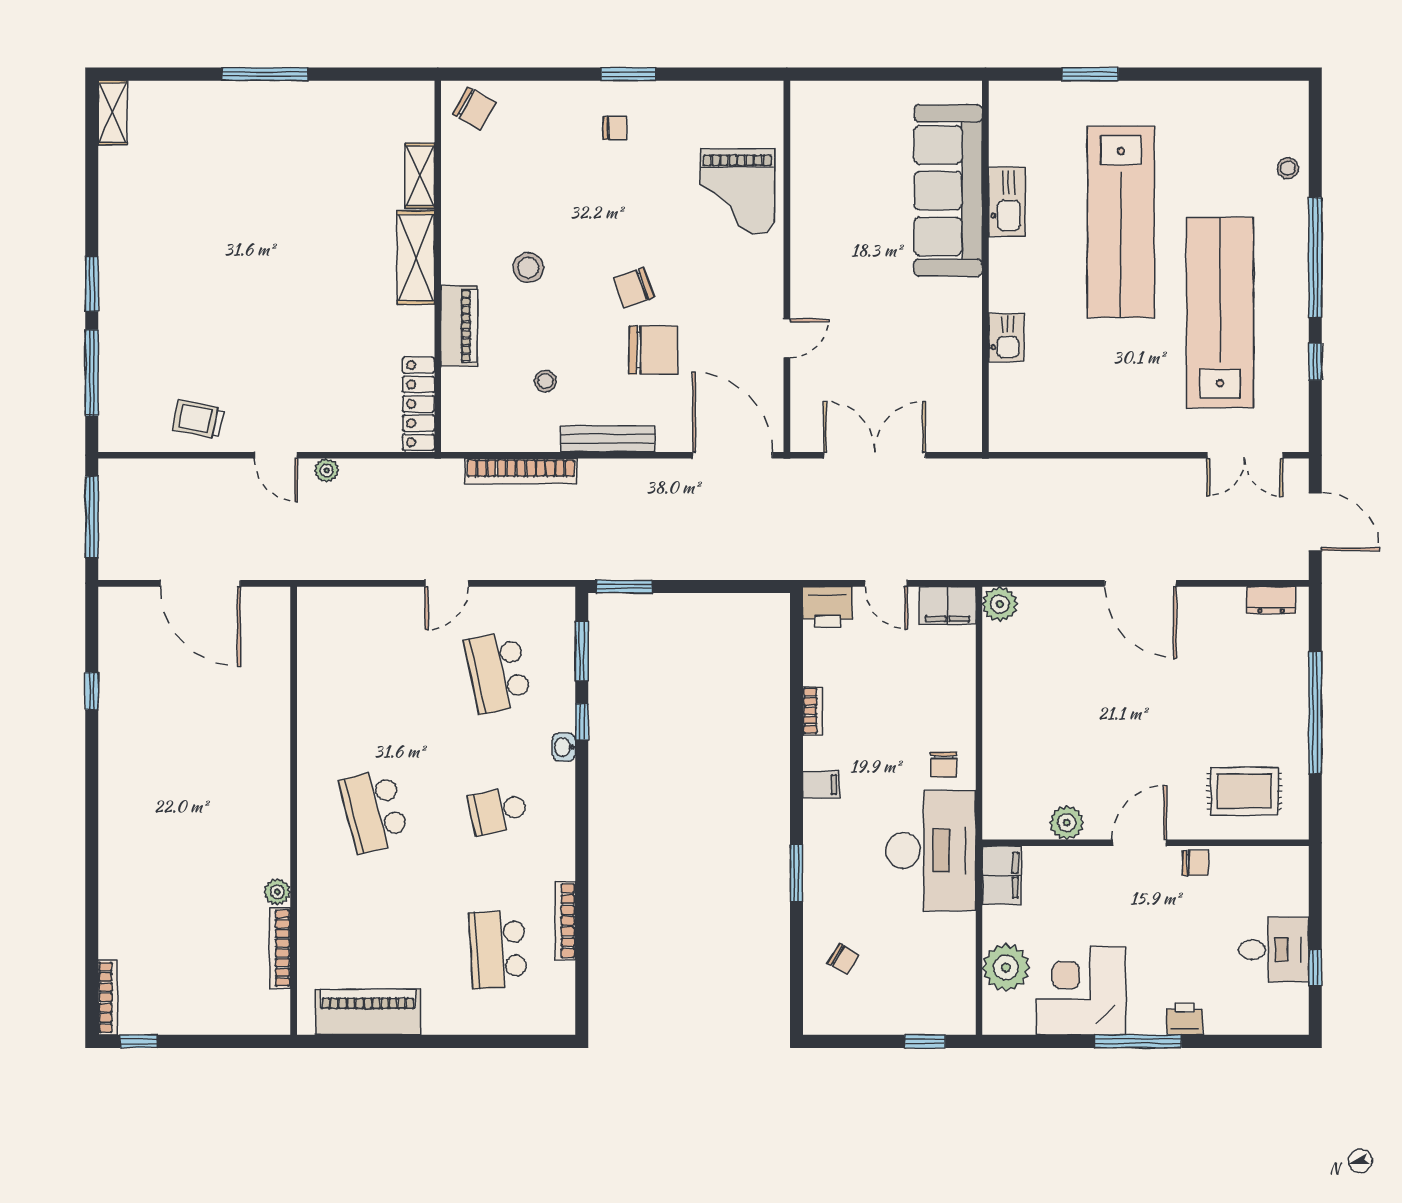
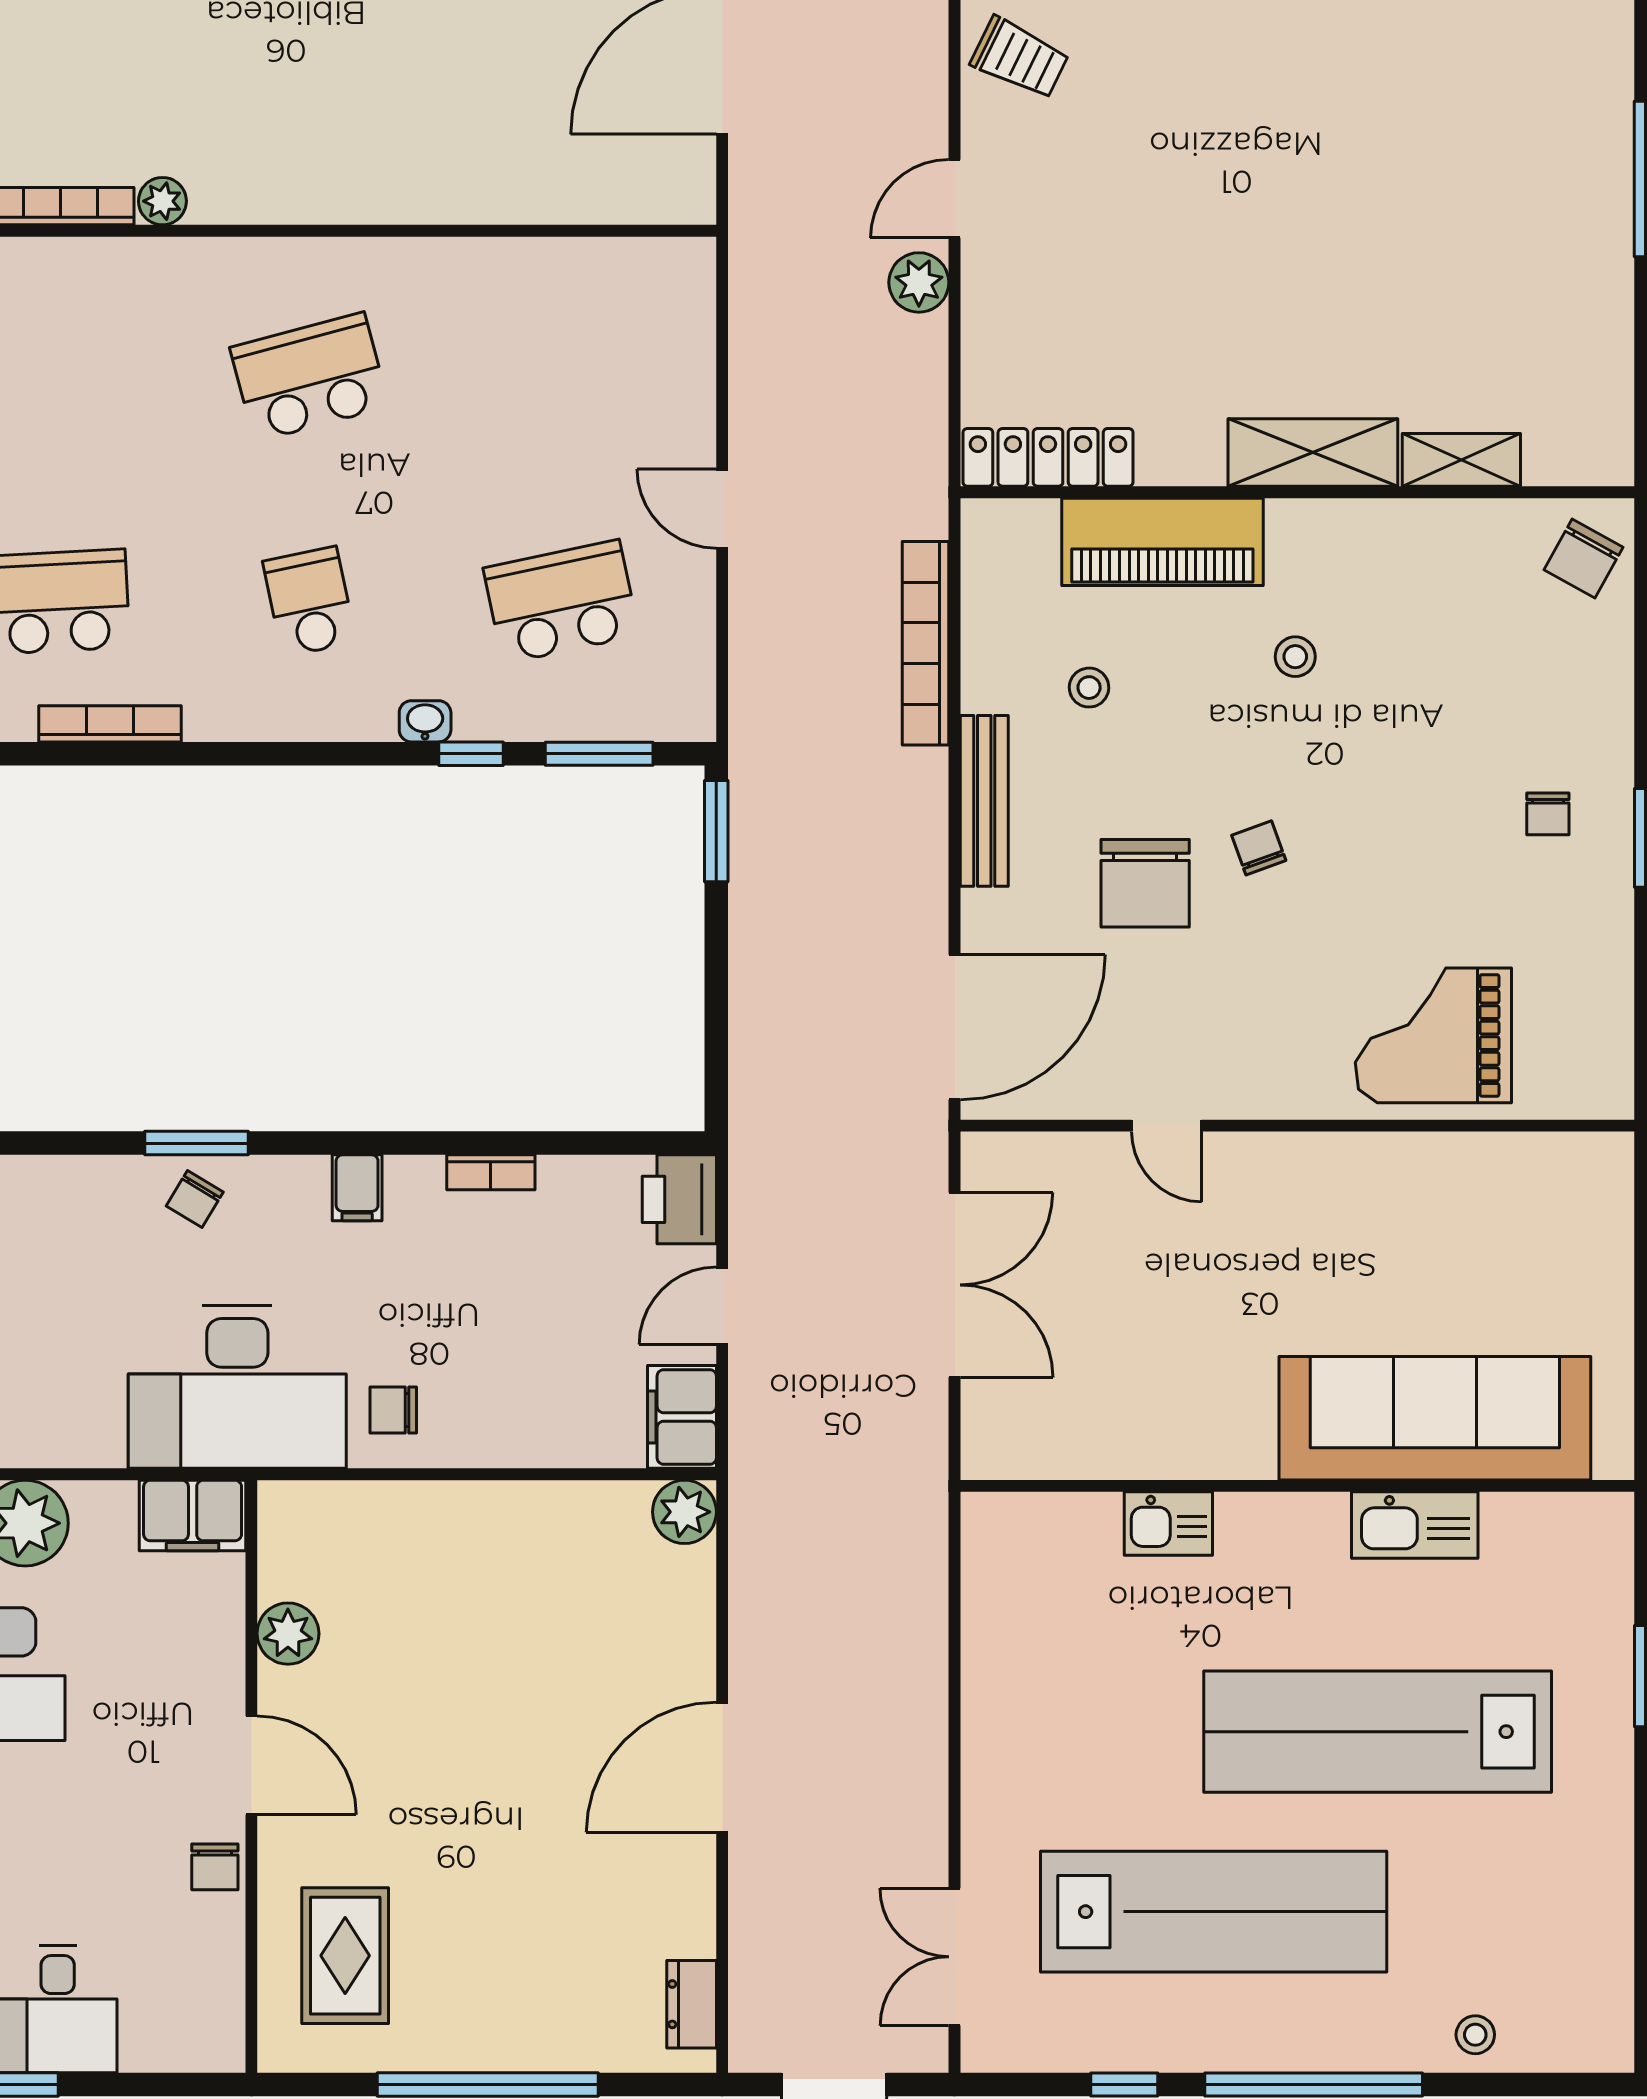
stool: (528, 267) -> (1295, 657), width x0.73, depth x0.73
chair: (634, 288) -> (1259, 848), width x0.73, depth x0.73
piano: (459, 326) -> (1162, 542), width x1.37, depth x1.33
trolley: (198, 419) -> (1020, 58), turned 104
plant: (327, 470) -> (919, 282), width x1.38, depth x1.38
chair: (844, 959) -> (195, 1199), moved

